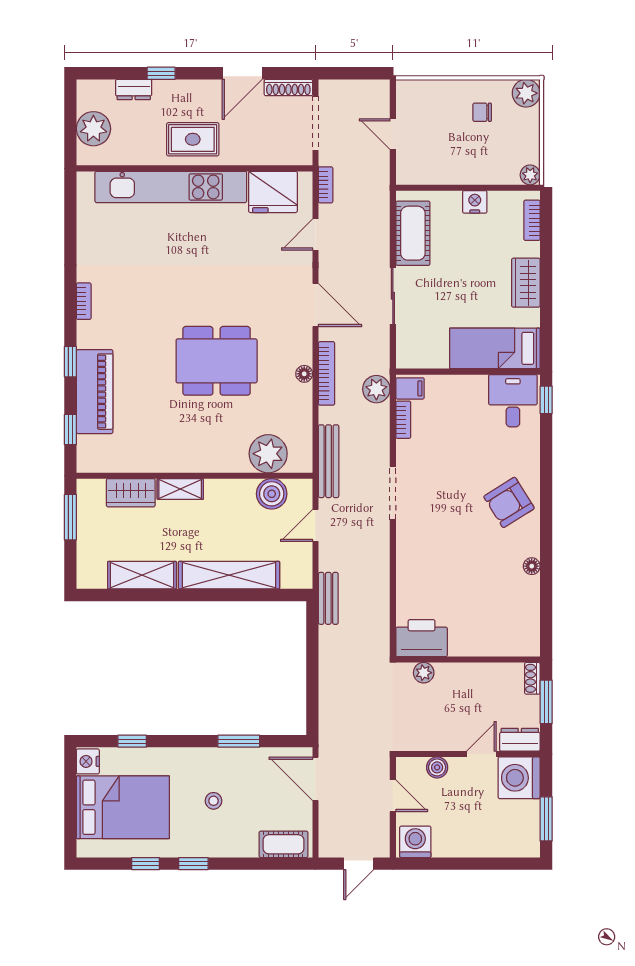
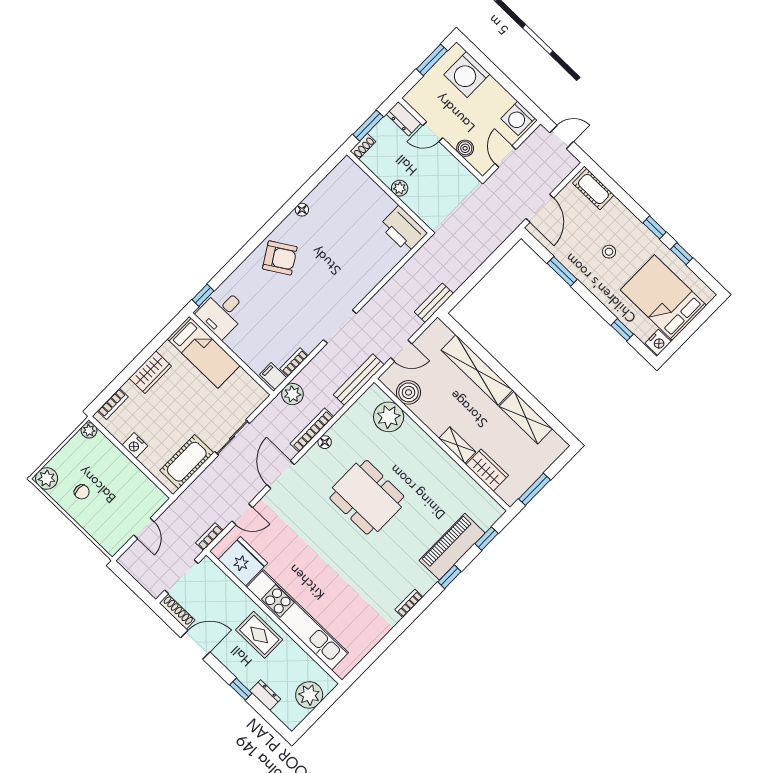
plant: (424, 673) -> (400, 188), moved
washing machine: (519, 778) -> (467, 74), moved, turned 90

